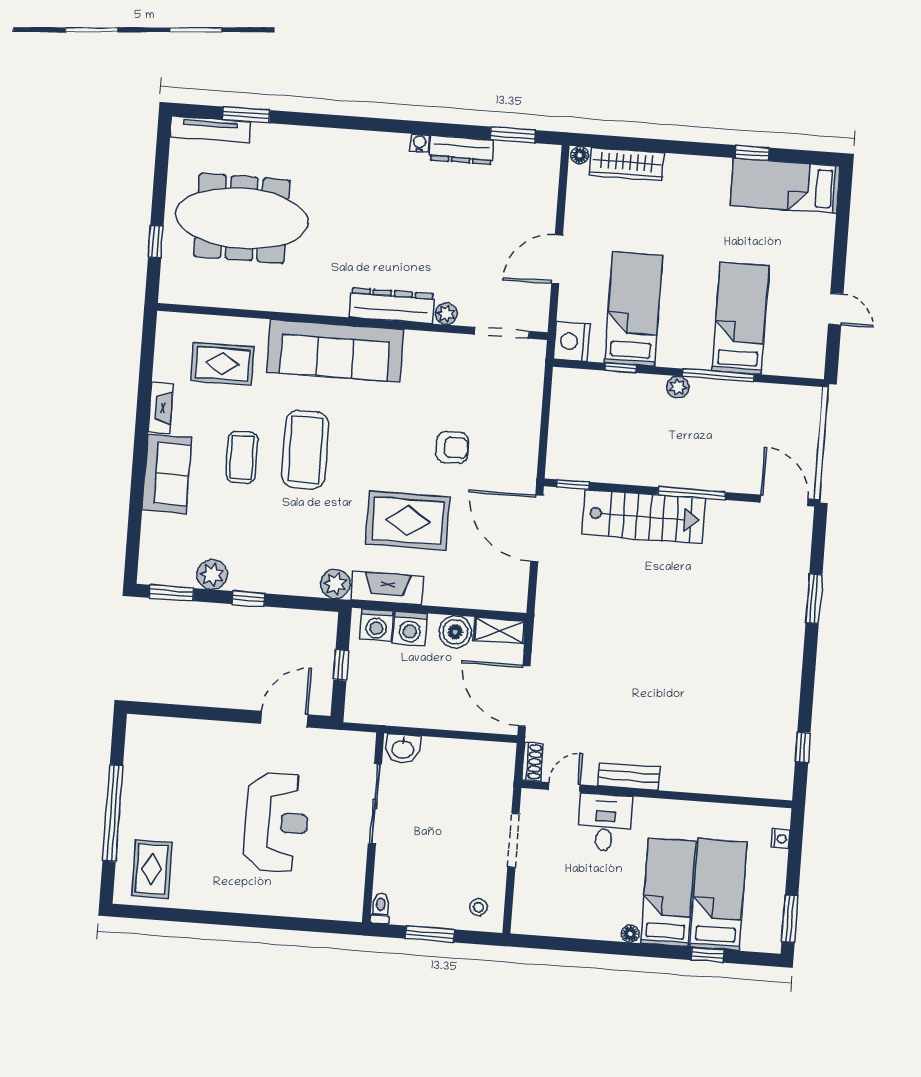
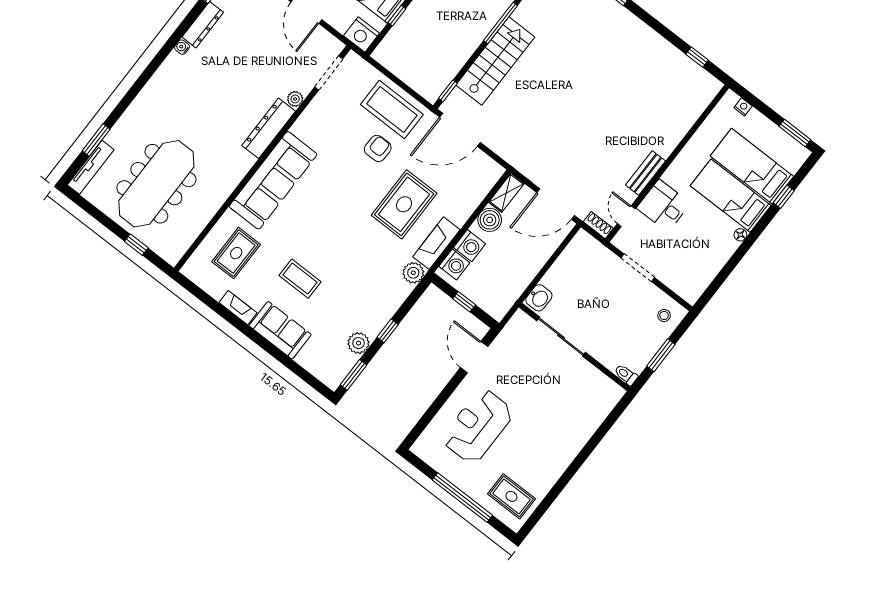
coffee table: (305, 450) -> (392, 110), moved
reception desk: (276, 822) -> (478, 426), moved, turned -90

